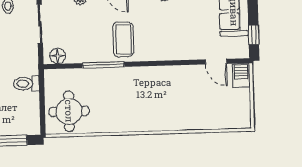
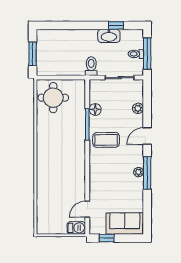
floor lamp: (58, 56) -> (95, 109), moved
toilet: (26, 84) -> (91, 66), moved

